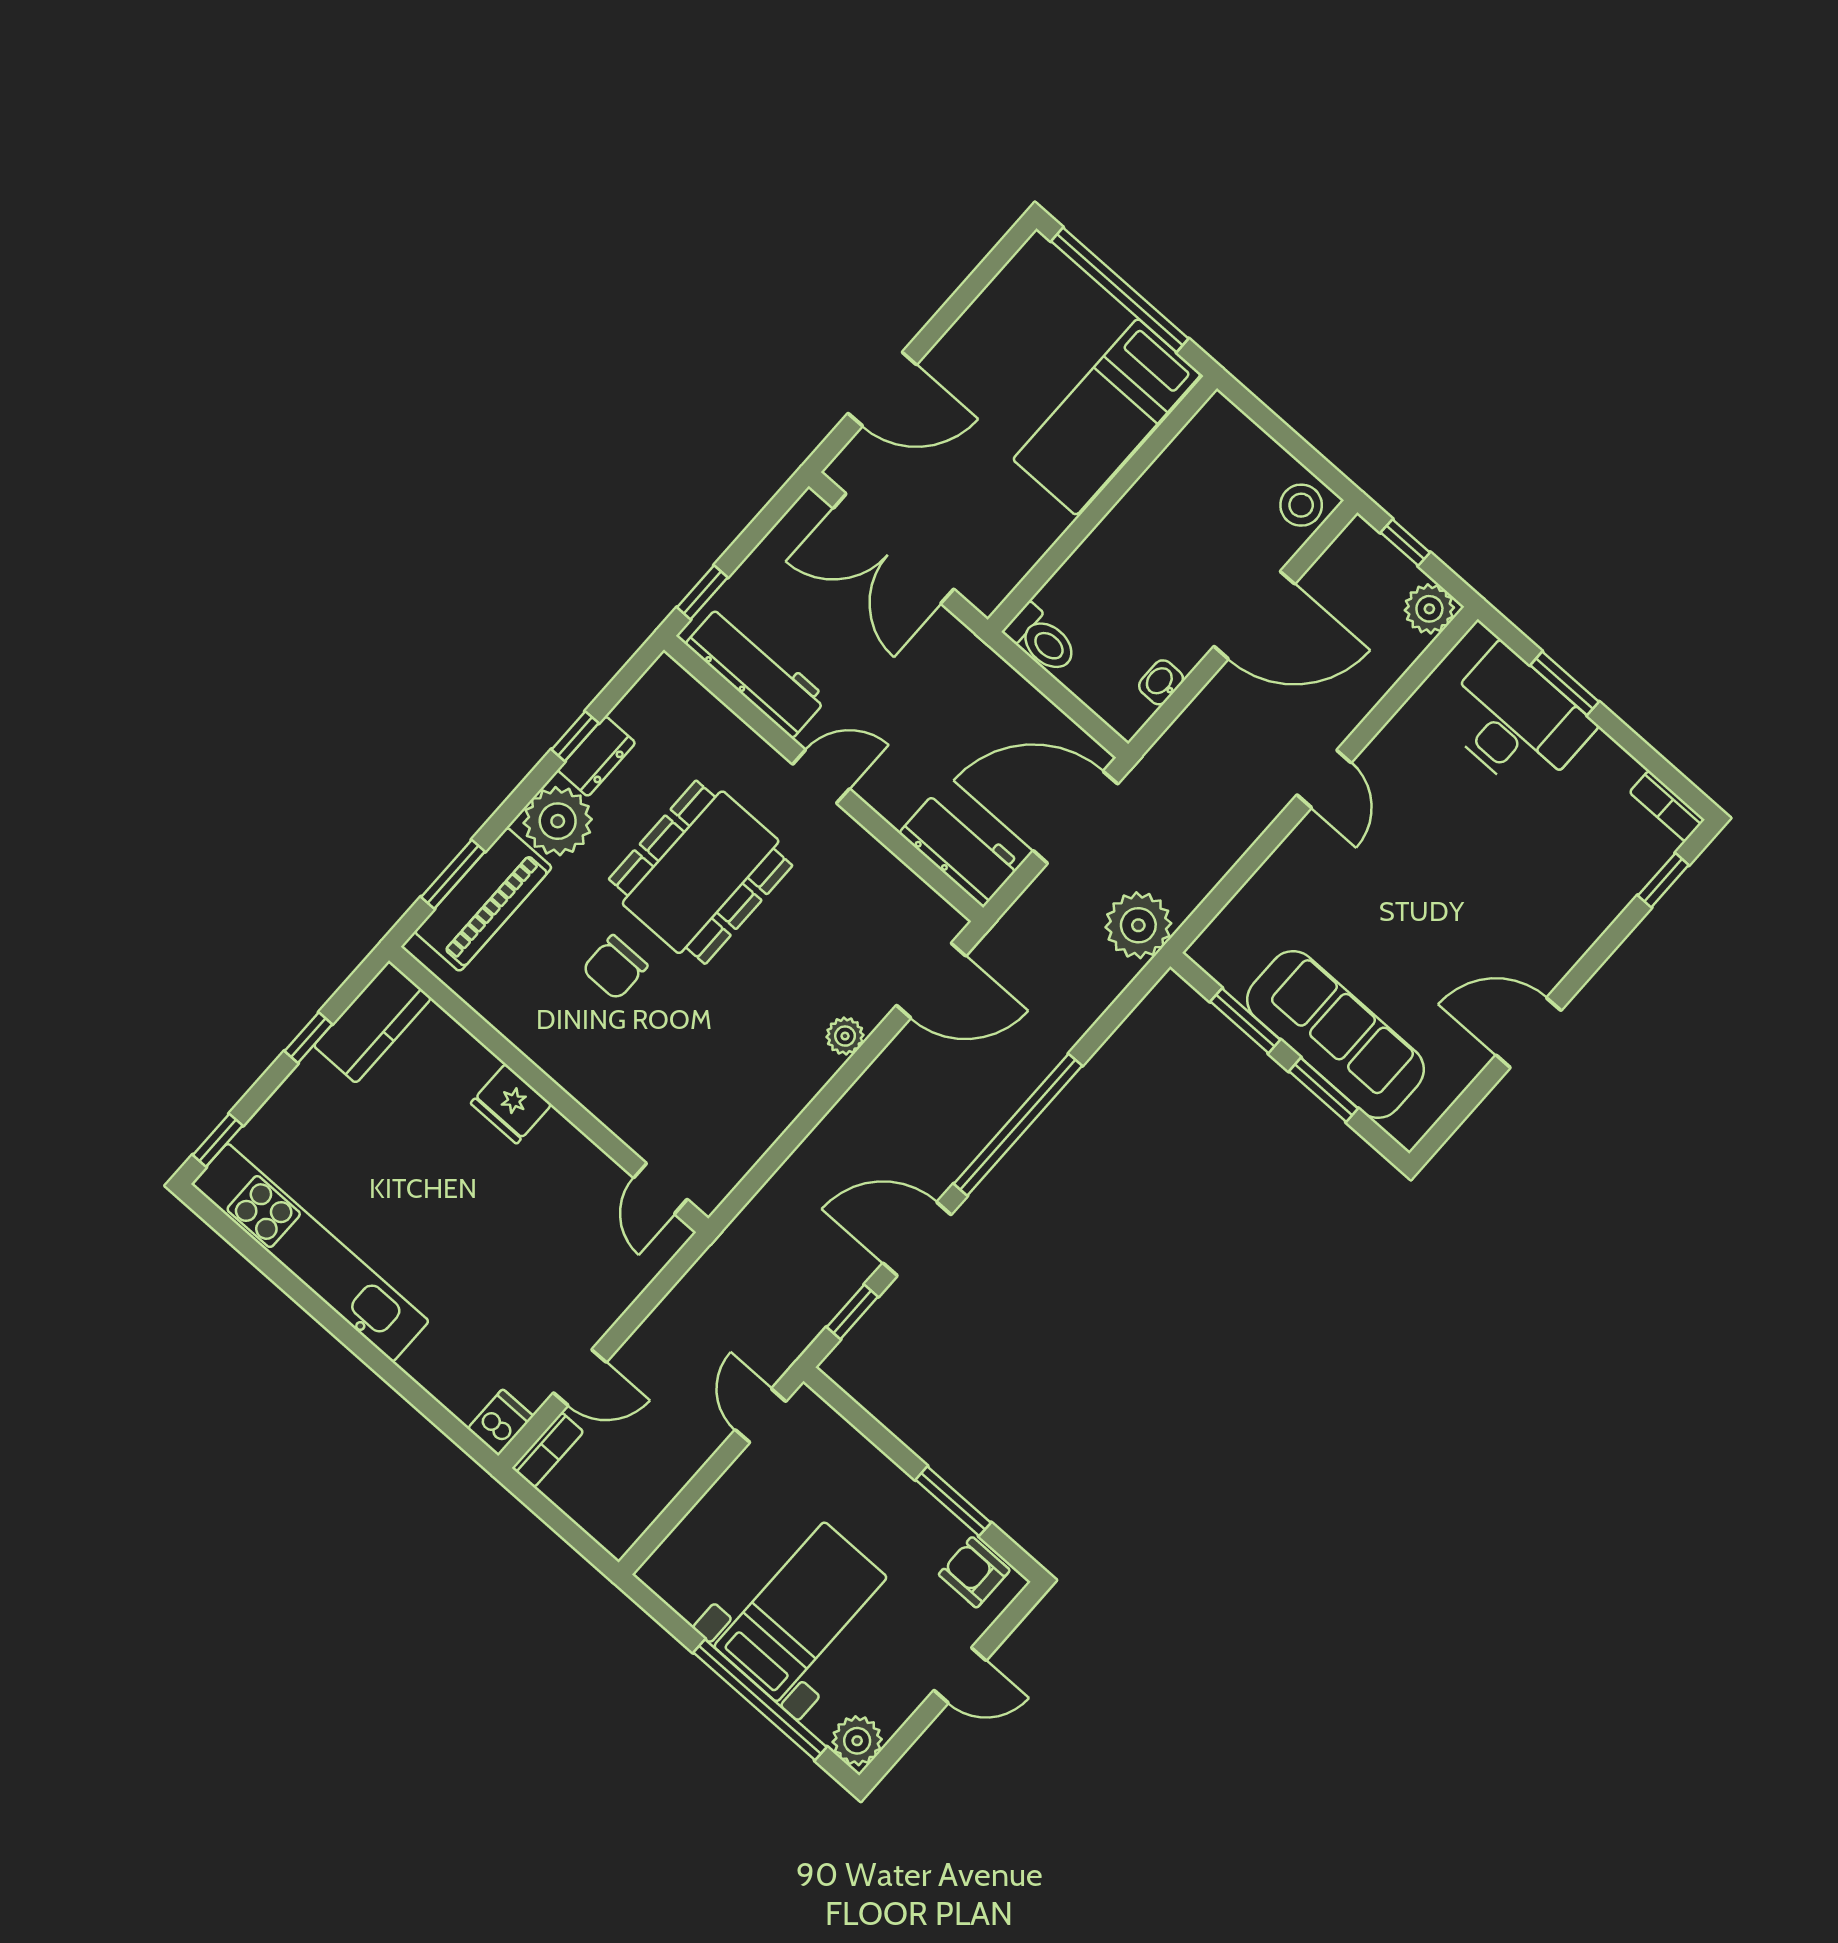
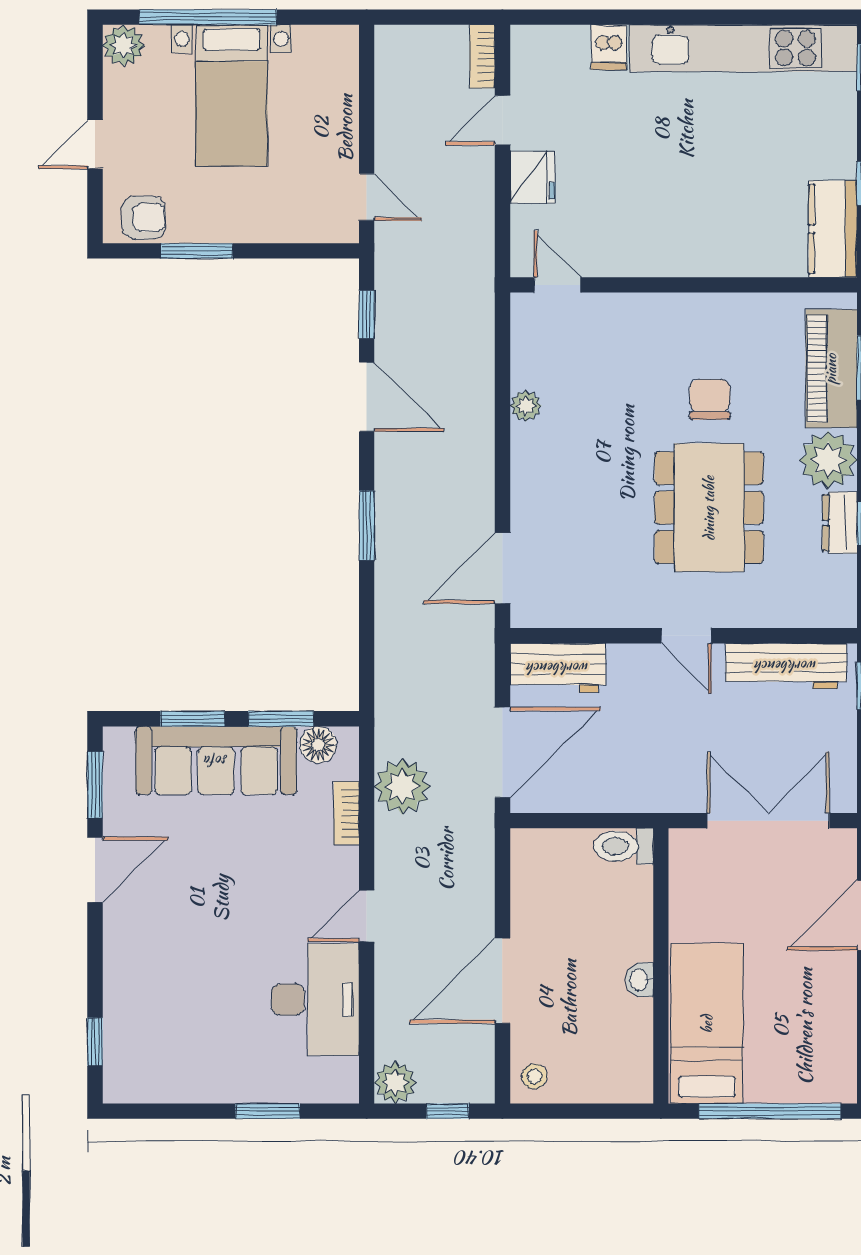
stool: (1301, 505) -> (534, 1076), width x0.73, depth x0.73
washbasin: (1161, 682) -> (639, 980), moved, turned 180
desk: (1515, 721) -> (315, 1000), moved, turned -90
door: (821, 777) -> (686, 636), hinge flipped
door: (1324, 779) -> (367, 916), hinge flipped
bookcase: (1667, 806) -> (346, 813), moved, turned -90
plant: (1138, 925) -> (402, 787), moved
floor lamp: (1233, 969) -> (318, 745), added
plant: (845, 1036) -> (526, 406), moved
fridge: (511, 1104) -> (533, 177), moved, turned 90
window: (1462, 1108) -> (95, 785), added
window: (1018, 1125) -> (367, 526), width x0.47
door: (917, 1239) -> (367, 397), hinge flipped
dishwasher: (500, 1422) -> (609, 47), moved

